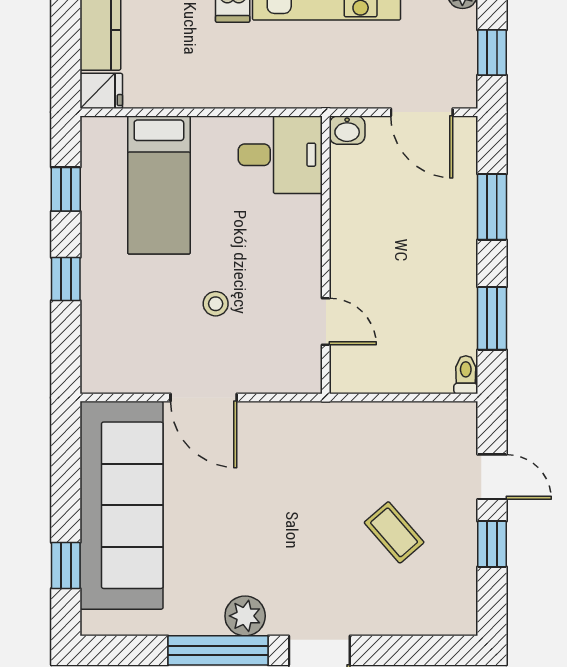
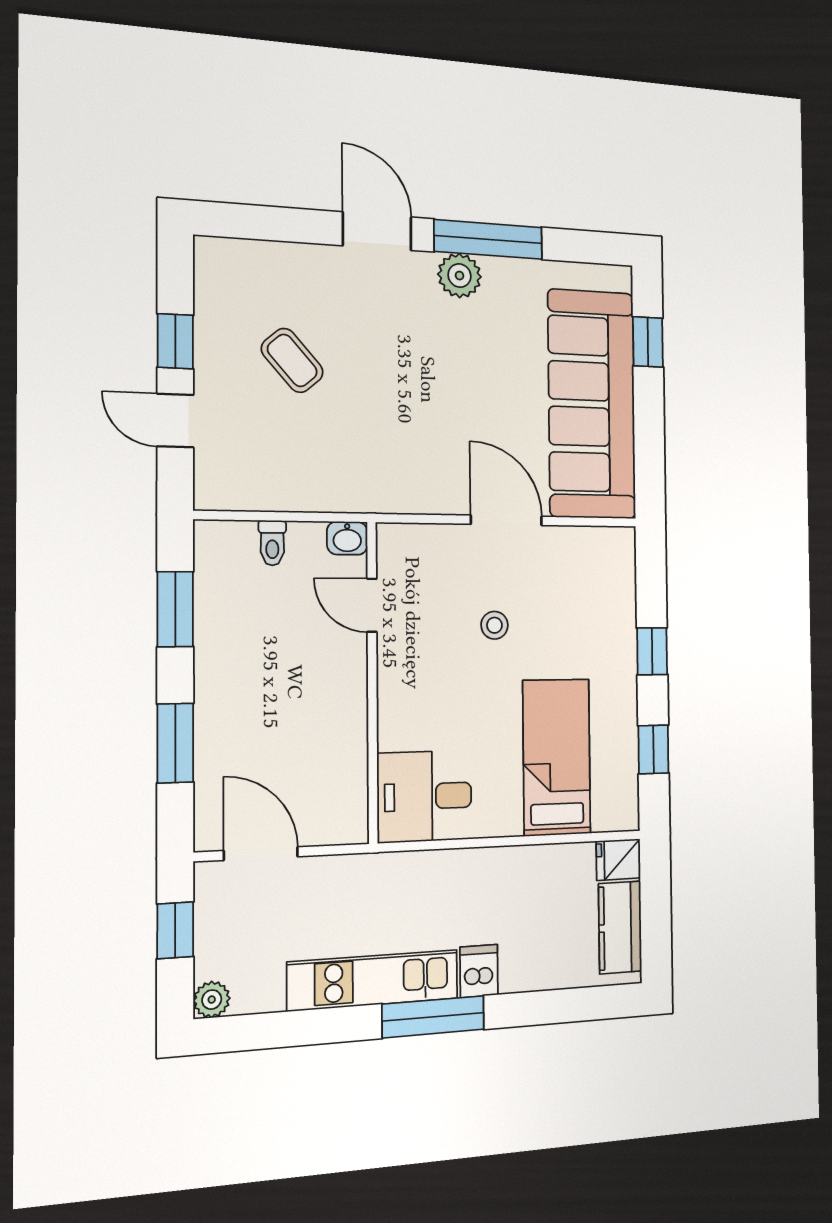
washbasin: (347, 130) -> (347, 538), moved, turned 180
toilet: (466, 375) -> (272, 543), moved

